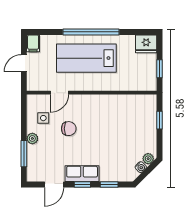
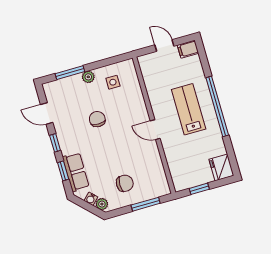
lab bench: (86, 58) -> (189, 109), width x0.73, depth x0.72
door: (59, 93) -> (155, 130), moved
window: (159, 120) -> (146, 204), width x1.50
chair: (69, 129) -> (97, 119), moved, turned 180
chair: (136, 133) -> (125, 183), added
row of seats: (82, 174) -> (76, 172), moved

